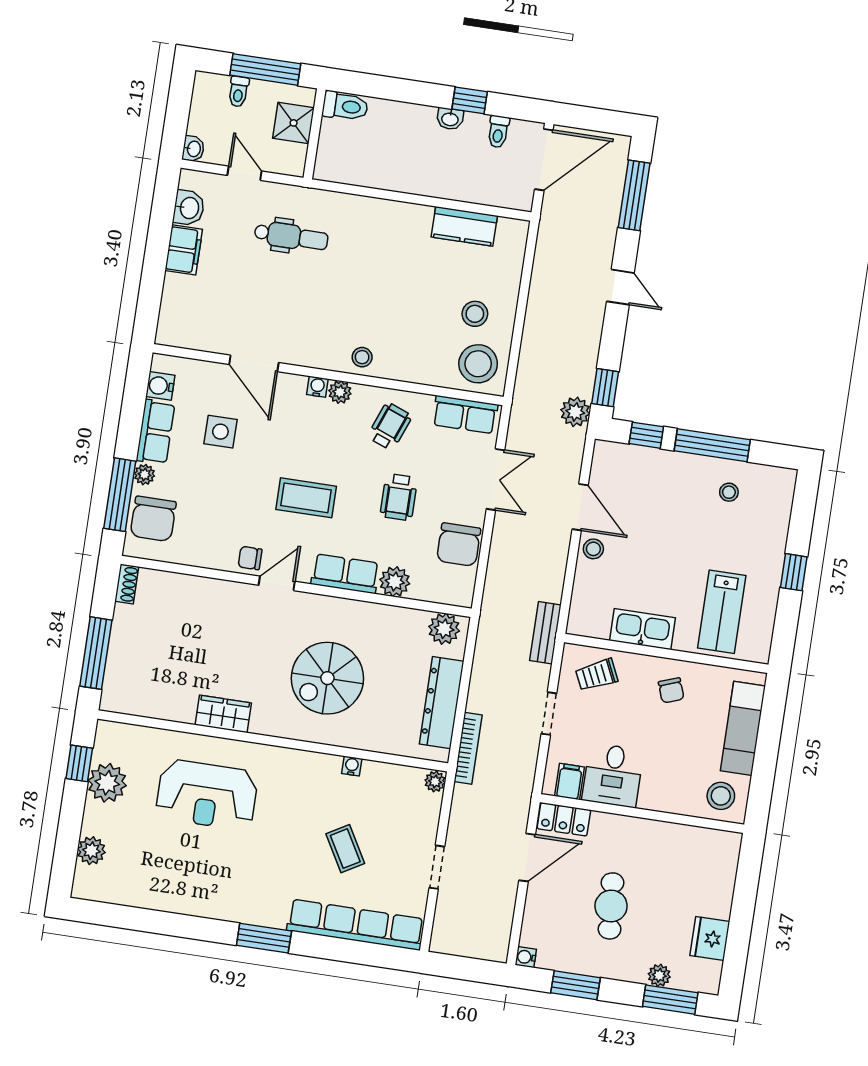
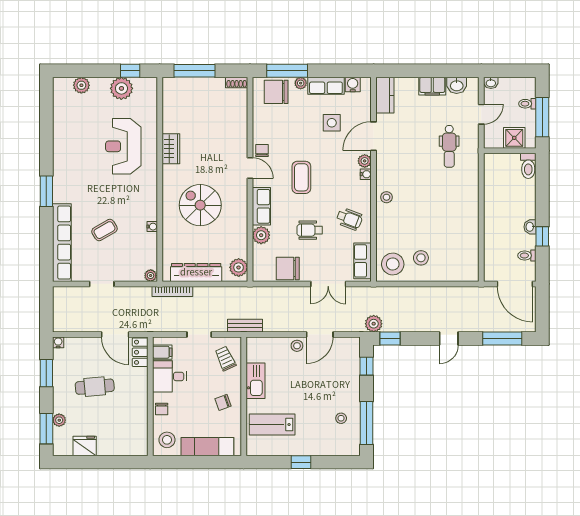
kitchen counter: (464, 226) -> (385, 95), moved, turned 180
plant: (340, 392) -> (365, 161), moved
window: (712, 445) -> (366, 423), moved
chair: (667, 797) -> (162, 409), added

